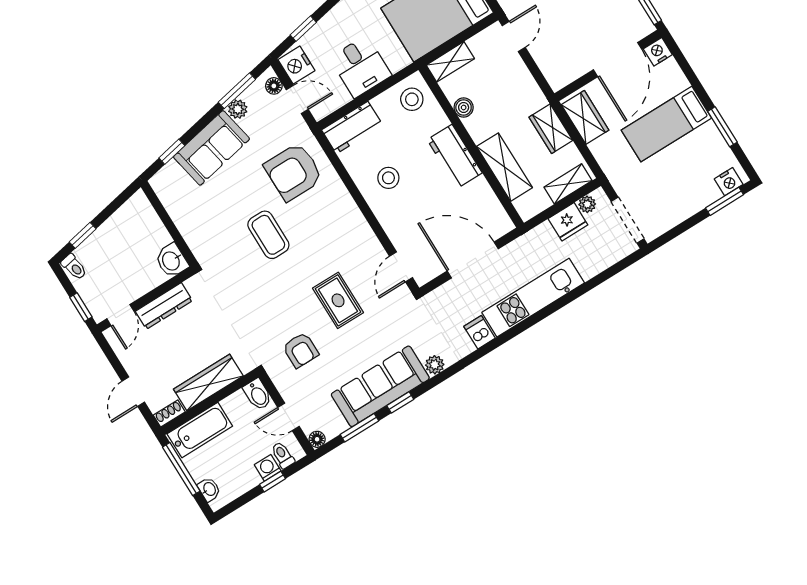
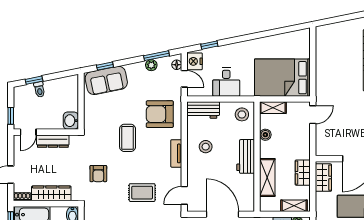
sofa: (212, 148) -> (106, 80), moved
tv unit: (352, 214) -> (176, 153), added
toilet: (74, 267) -> (39, 90), moved
rug: (338, 300) -> (142, 193), turned 90
armchair: (301, 350) -> (98, 174), moved

